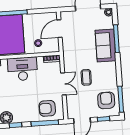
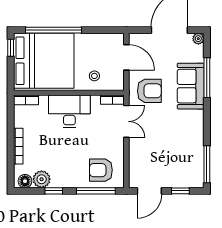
door: (60, 29) -> (126, 57), swing flipped
coffee table: (86, 77) -> (160, 130), removed
double door: (63, 84) -> (126, 121), moved
armchair: (106, 100) -> (149, 91), moved, turned 90

